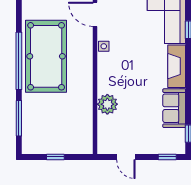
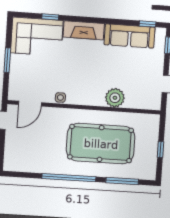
pool table: (46, 56) -> (101, 144), moved
sofa: (174, 108) -> (130, 36), width x1.36

